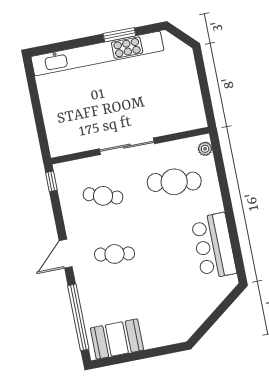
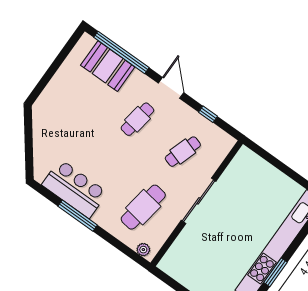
window: (51, 181) -> (208, 114), moved
window: (231, 223) -> (78, 216), added
booth: (117, 339) -> (108, 66), moved, turned 90

